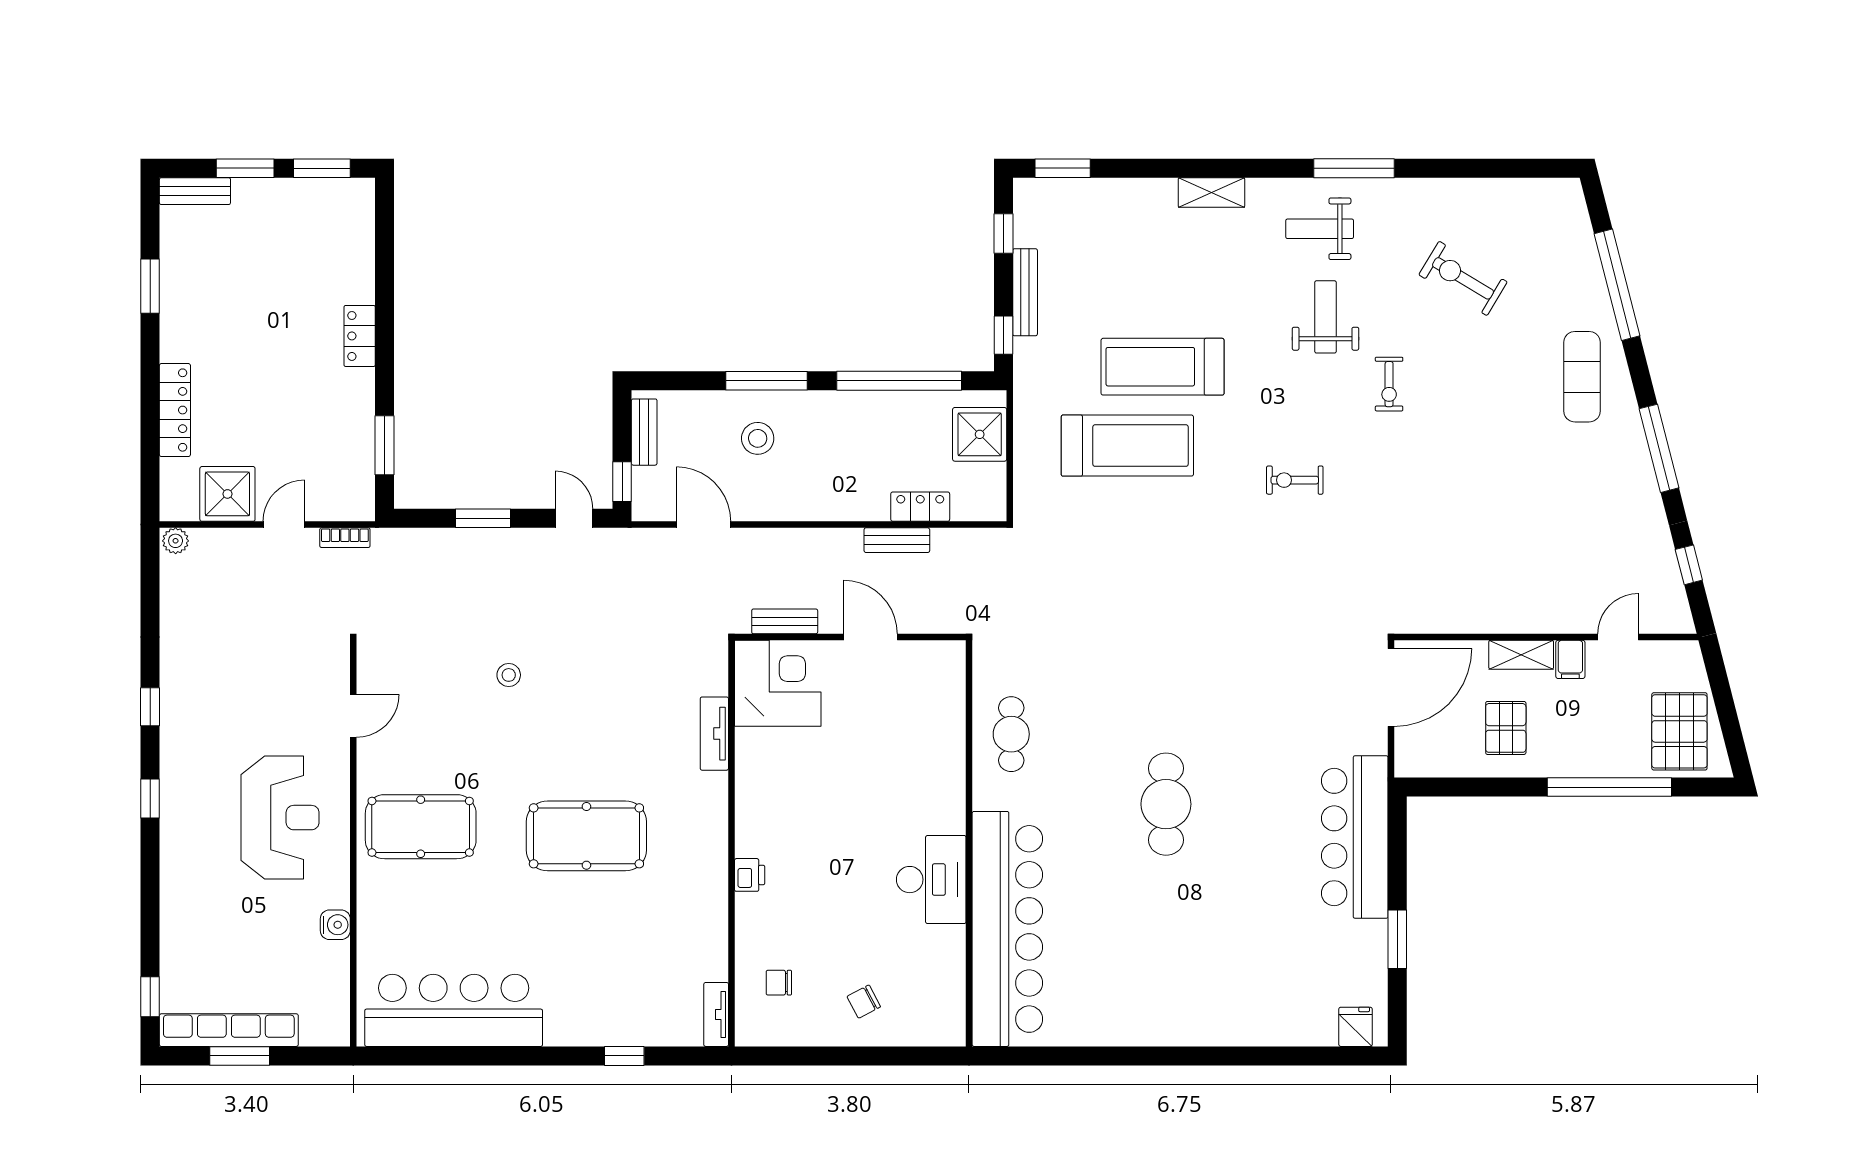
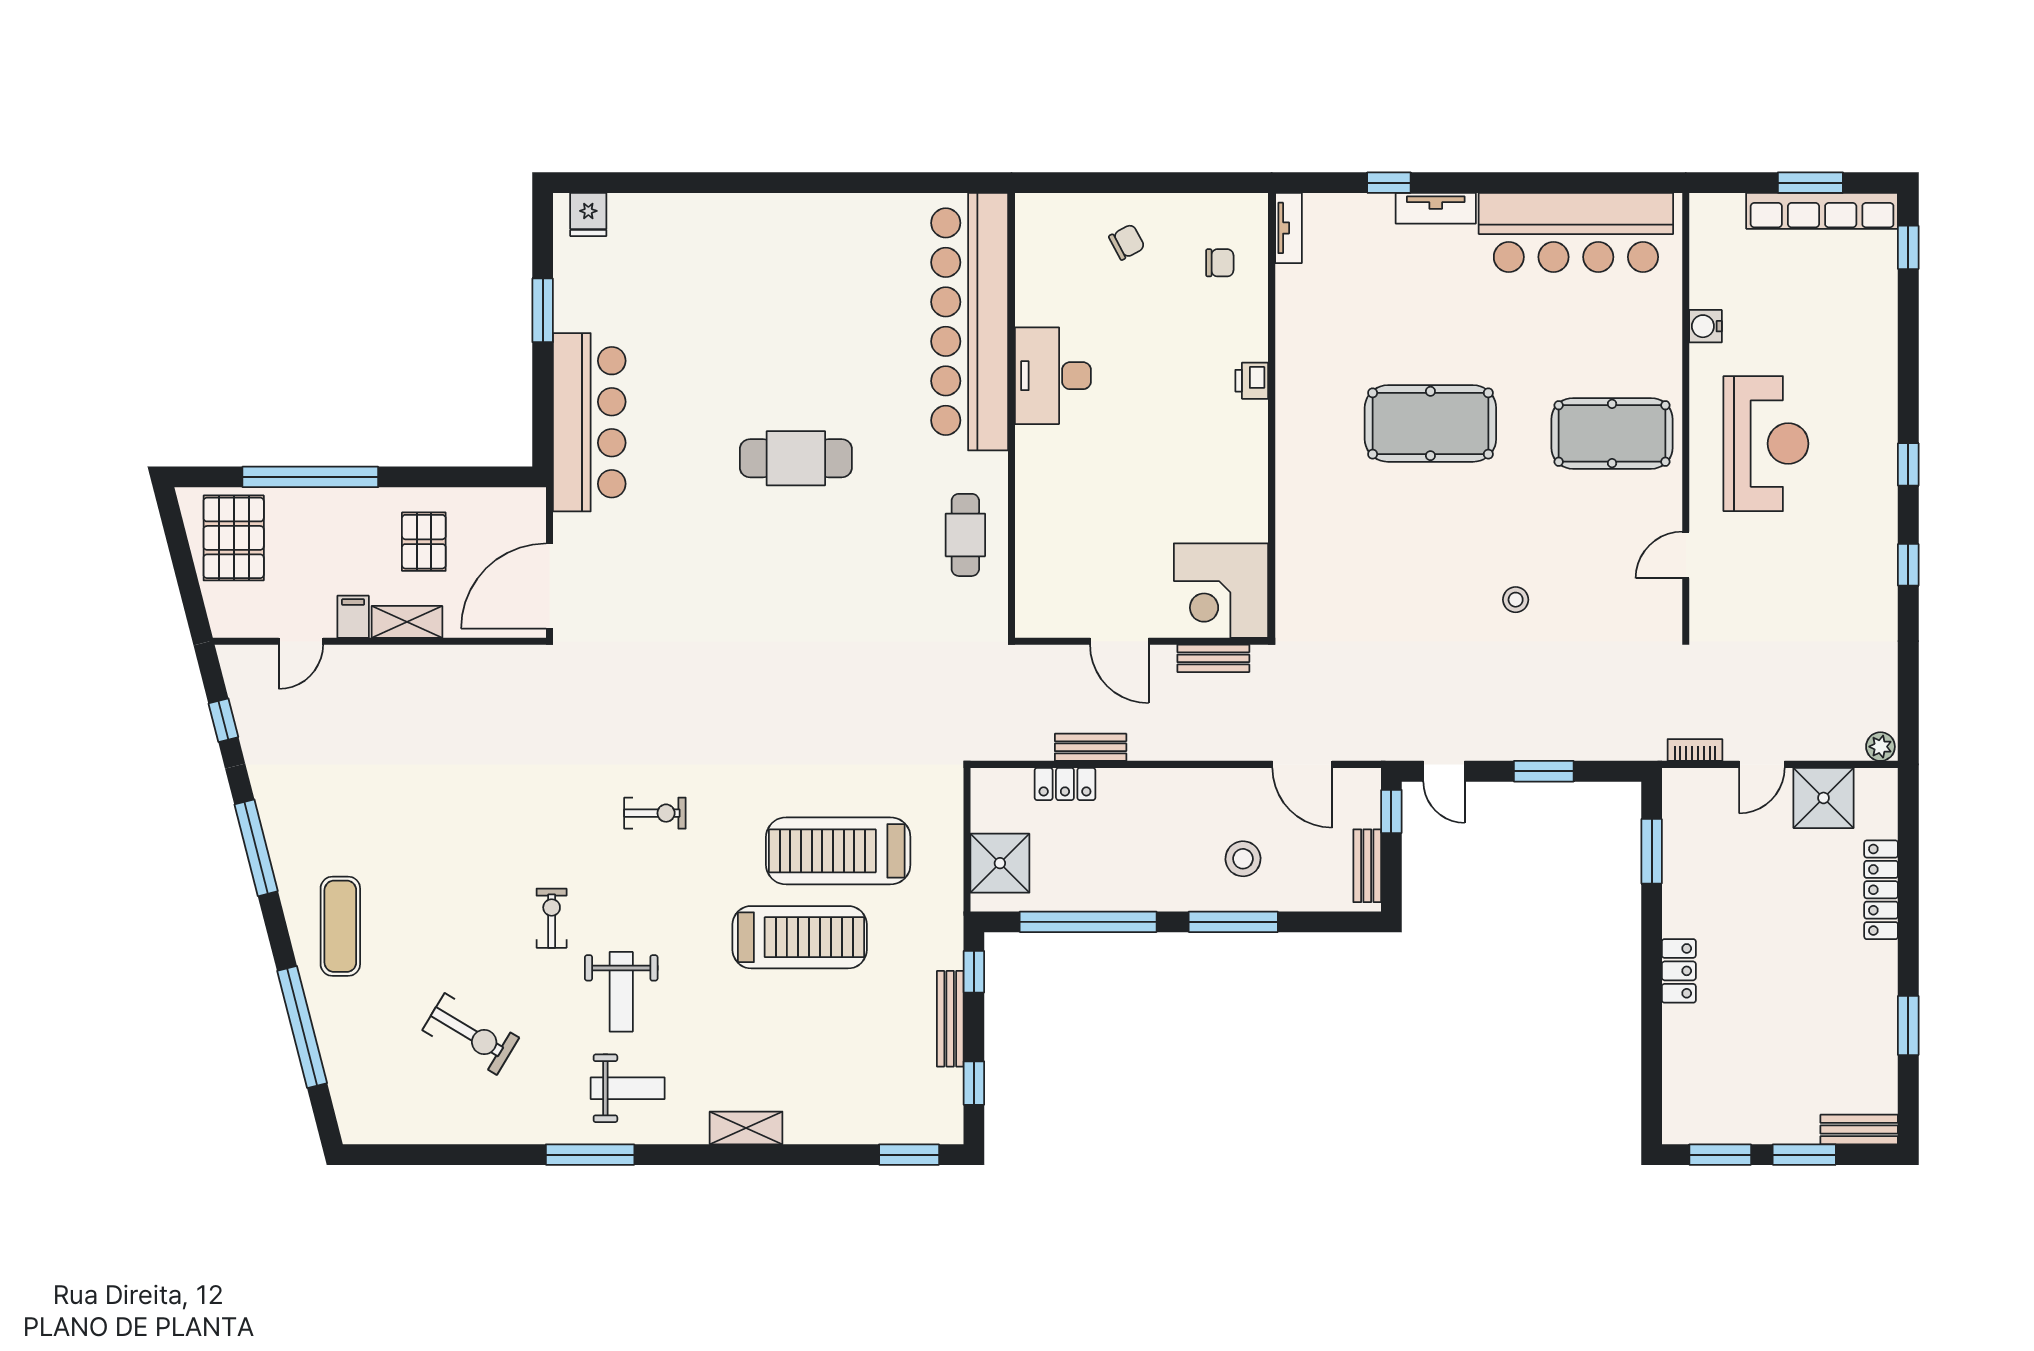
tv unit: (714, 734) -> (1436, 208), moved, turned 90
cafe table: (1166, 804) -> (796, 458), turned 90
reception desk: (280, 818) -> (1766, 444), turned 180

